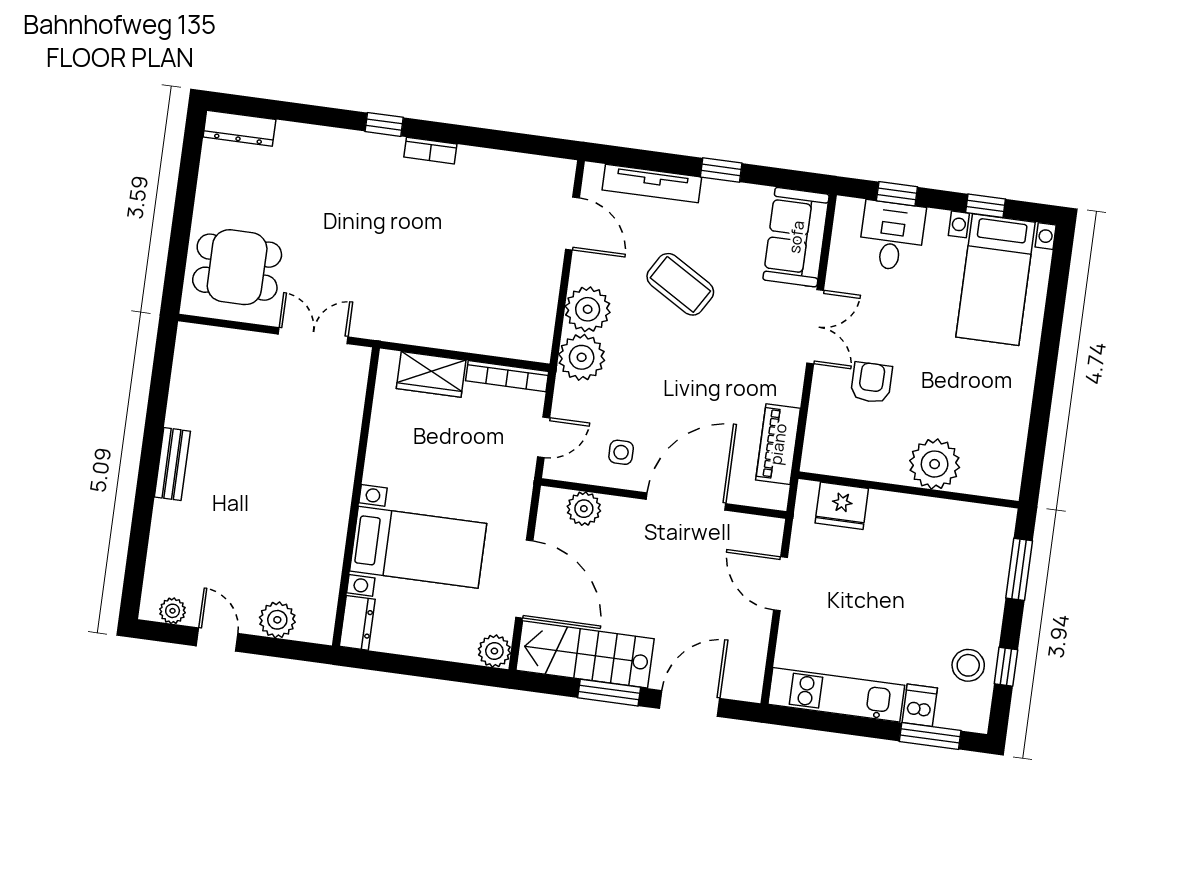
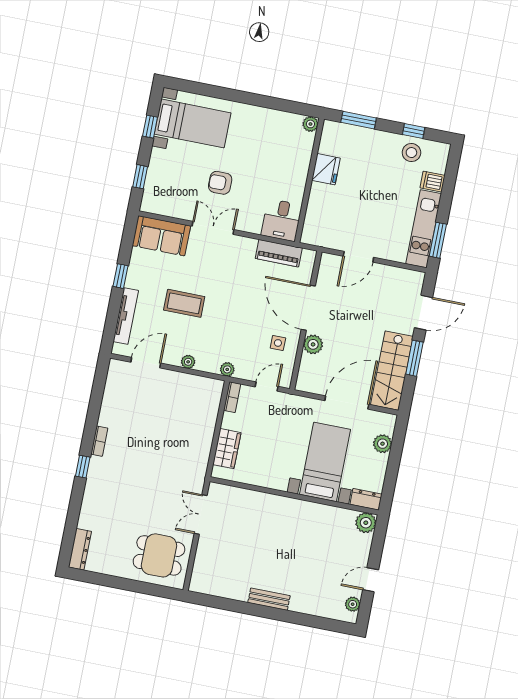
desk: (892, 236) -> (281, 220), moved, turned -90
dining table: (237, 267) -> (159, 555), turned 90
coffee table: (680, 284) -> (184, 303), turned 59
plant: (588, 309) -> (188, 362), width x0.53, depth x0.53
plant: (582, 357) -> (227, 369), width x0.53, depth x0.53
bookcase: (507, 376) -> (232, 397), width x0.64
armchair: (871, 383) -> (220, 183), moved
door: (544, 437) -> (267, 387), hinge flipped
plant: (935, 464) -> (310, 124), moved, width x0.53, depth x0.53
fridge: (842, 506) -> (326, 169), moved
plant: (584, 509) -> (313, 344), moved
plant: (277, 620) -> (366, 523), moved
plant: (494, 651) -> (383, 444), moved
door: (690, 703) -> (423, 313), swing flipped
window: (930, 736) -> (438, 240), moved

